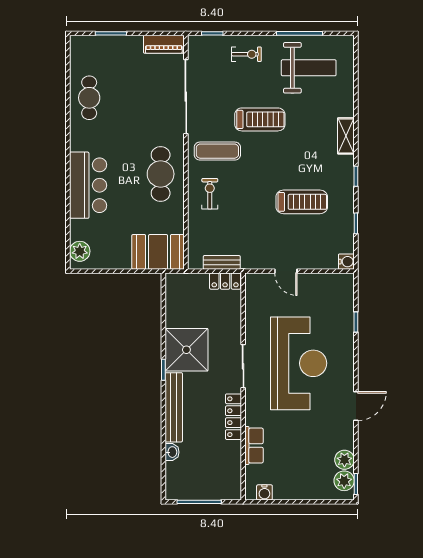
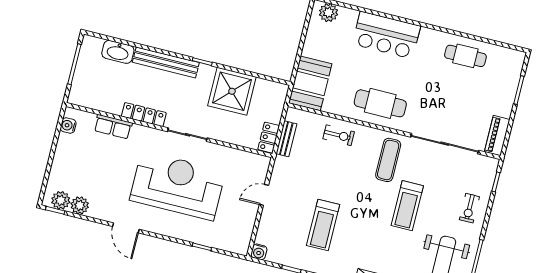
exercise bike: (210, 194) -> (339, 135), moved
shower: (186, 350) -> (232, 91), moved
reception desk: (299, 363) -> (177, 186), turned 180
washbasin: (172, 452) -> (118, 52), width x1.91, depth x1.45

